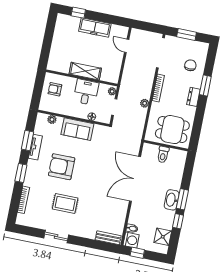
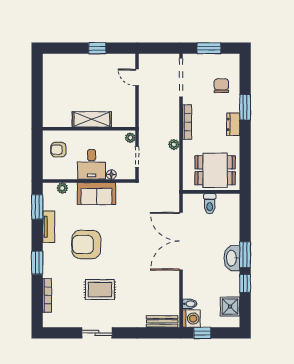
window: (78, 13) -> (97, 48), moved
freezer: (95, 28) -> (93, 63), removed
desk: (86, 92) -> (92, 164), moved, turned 180
window: (28, 140) -> (37, 207), moved

